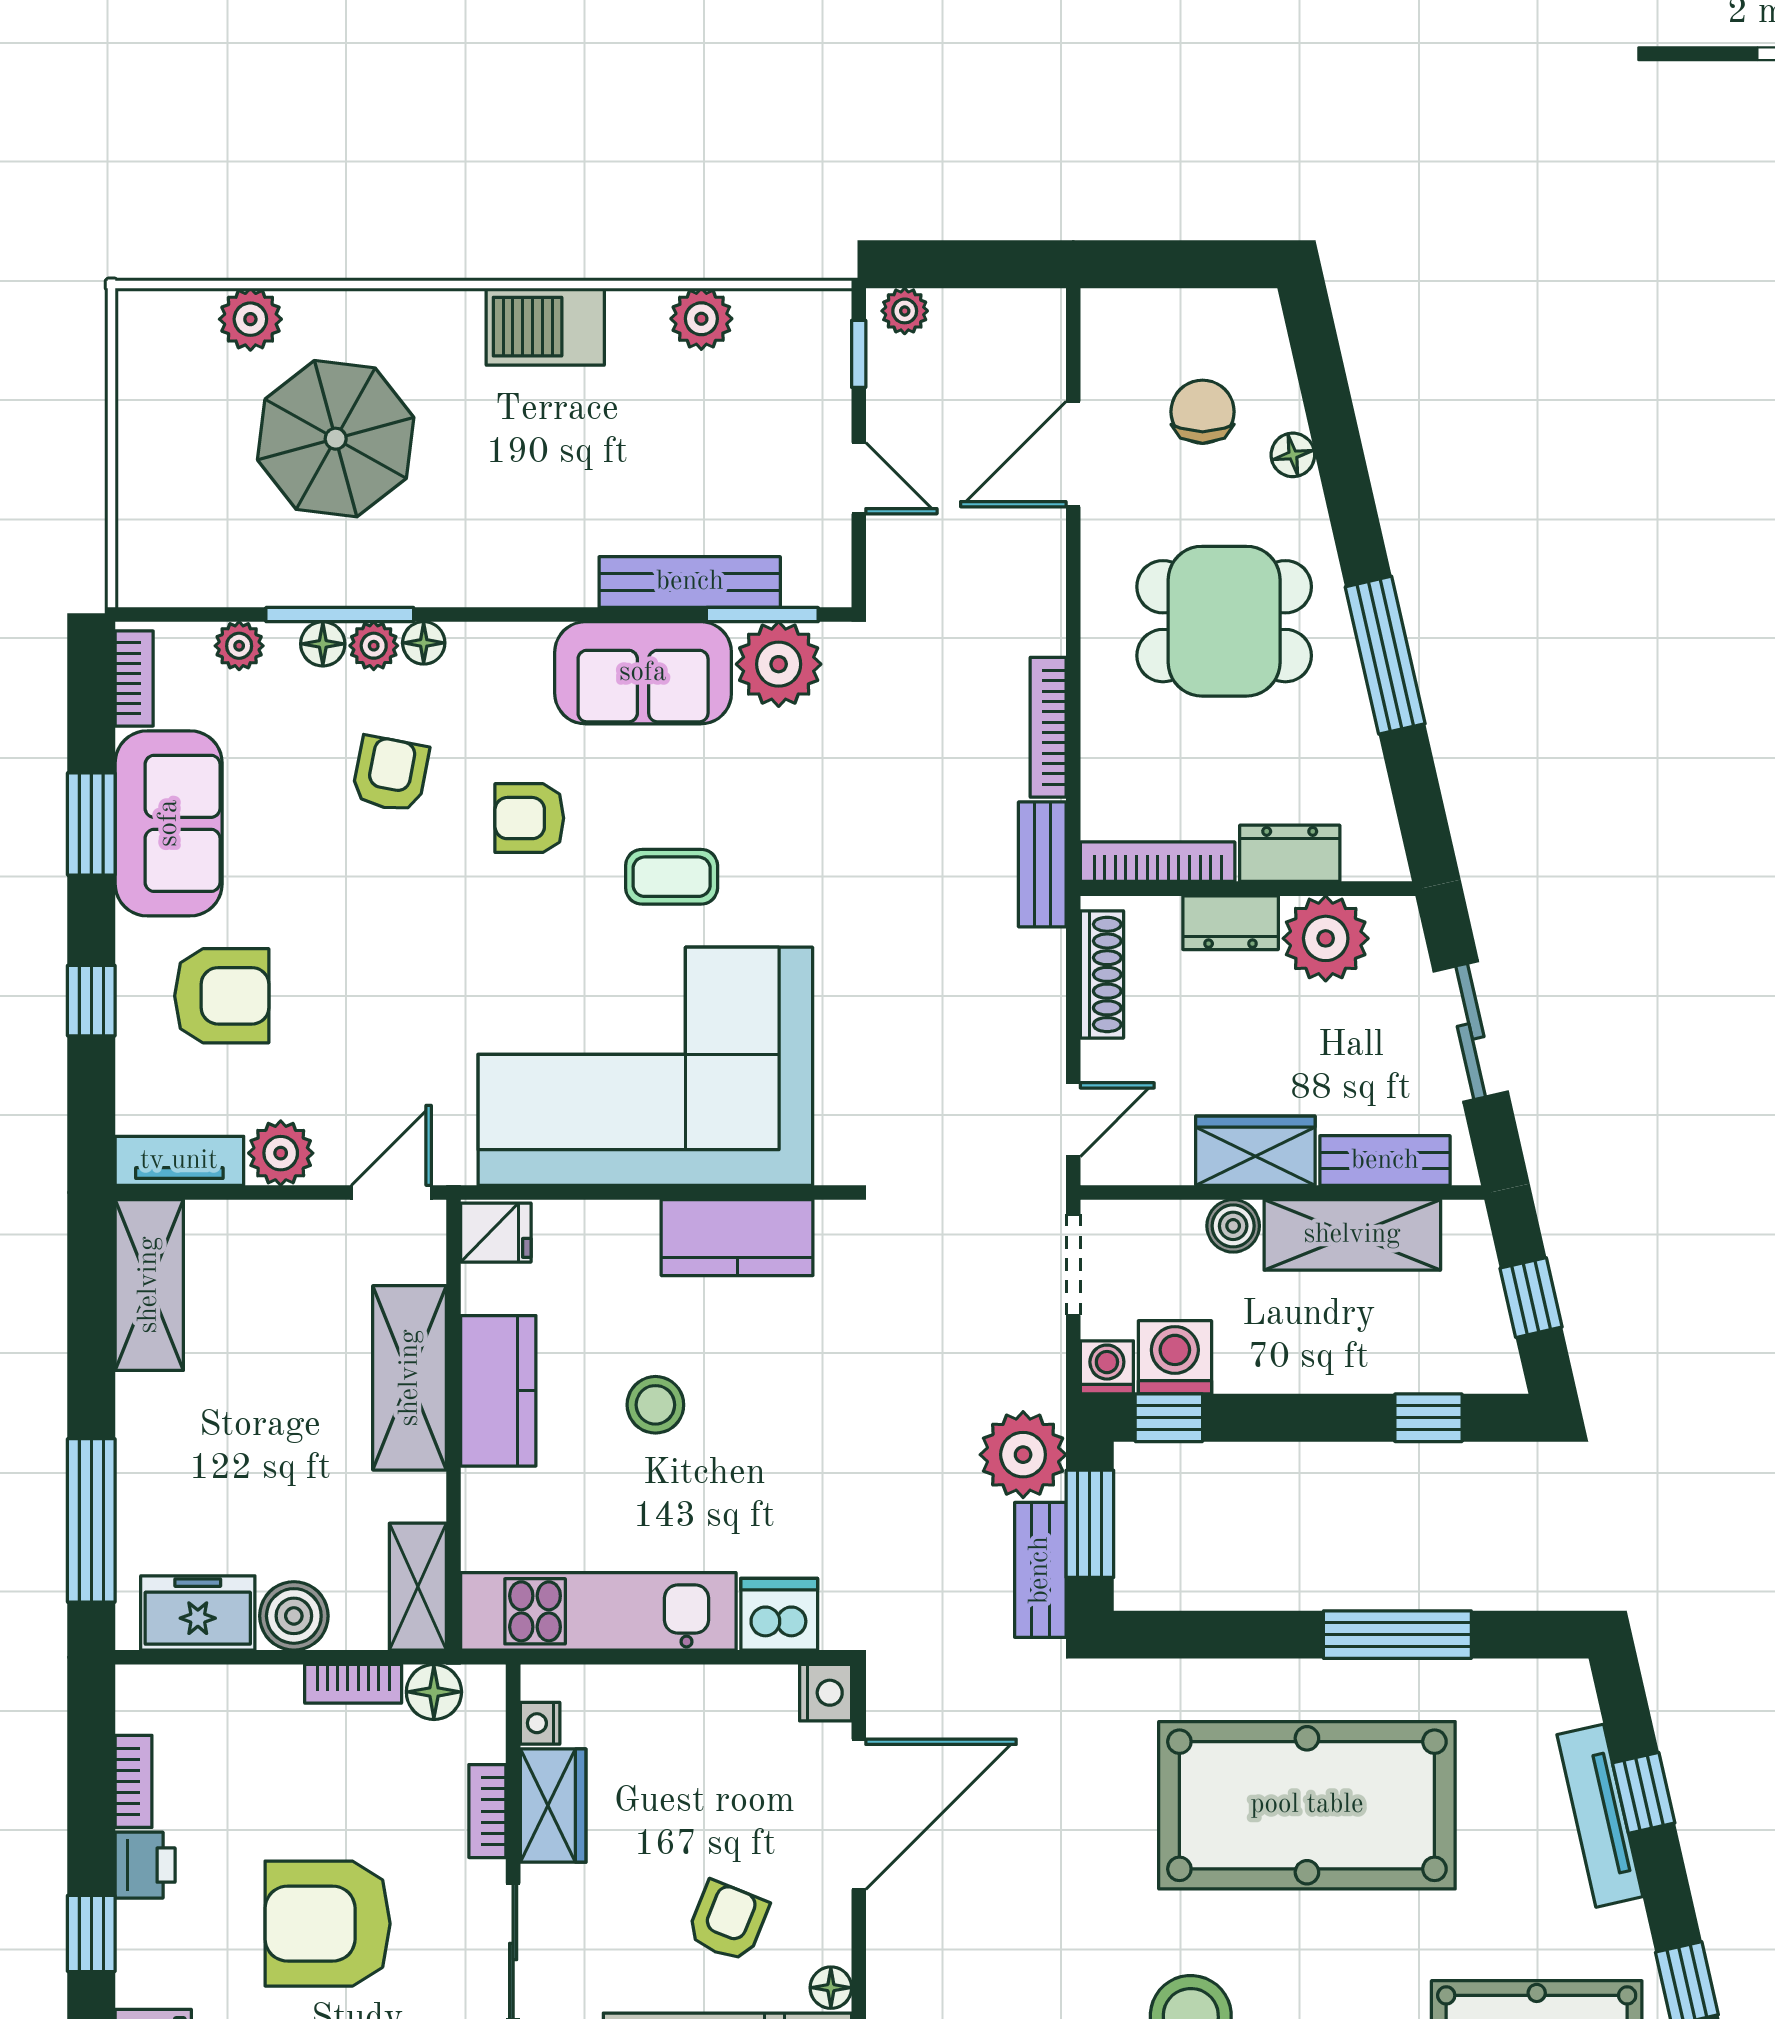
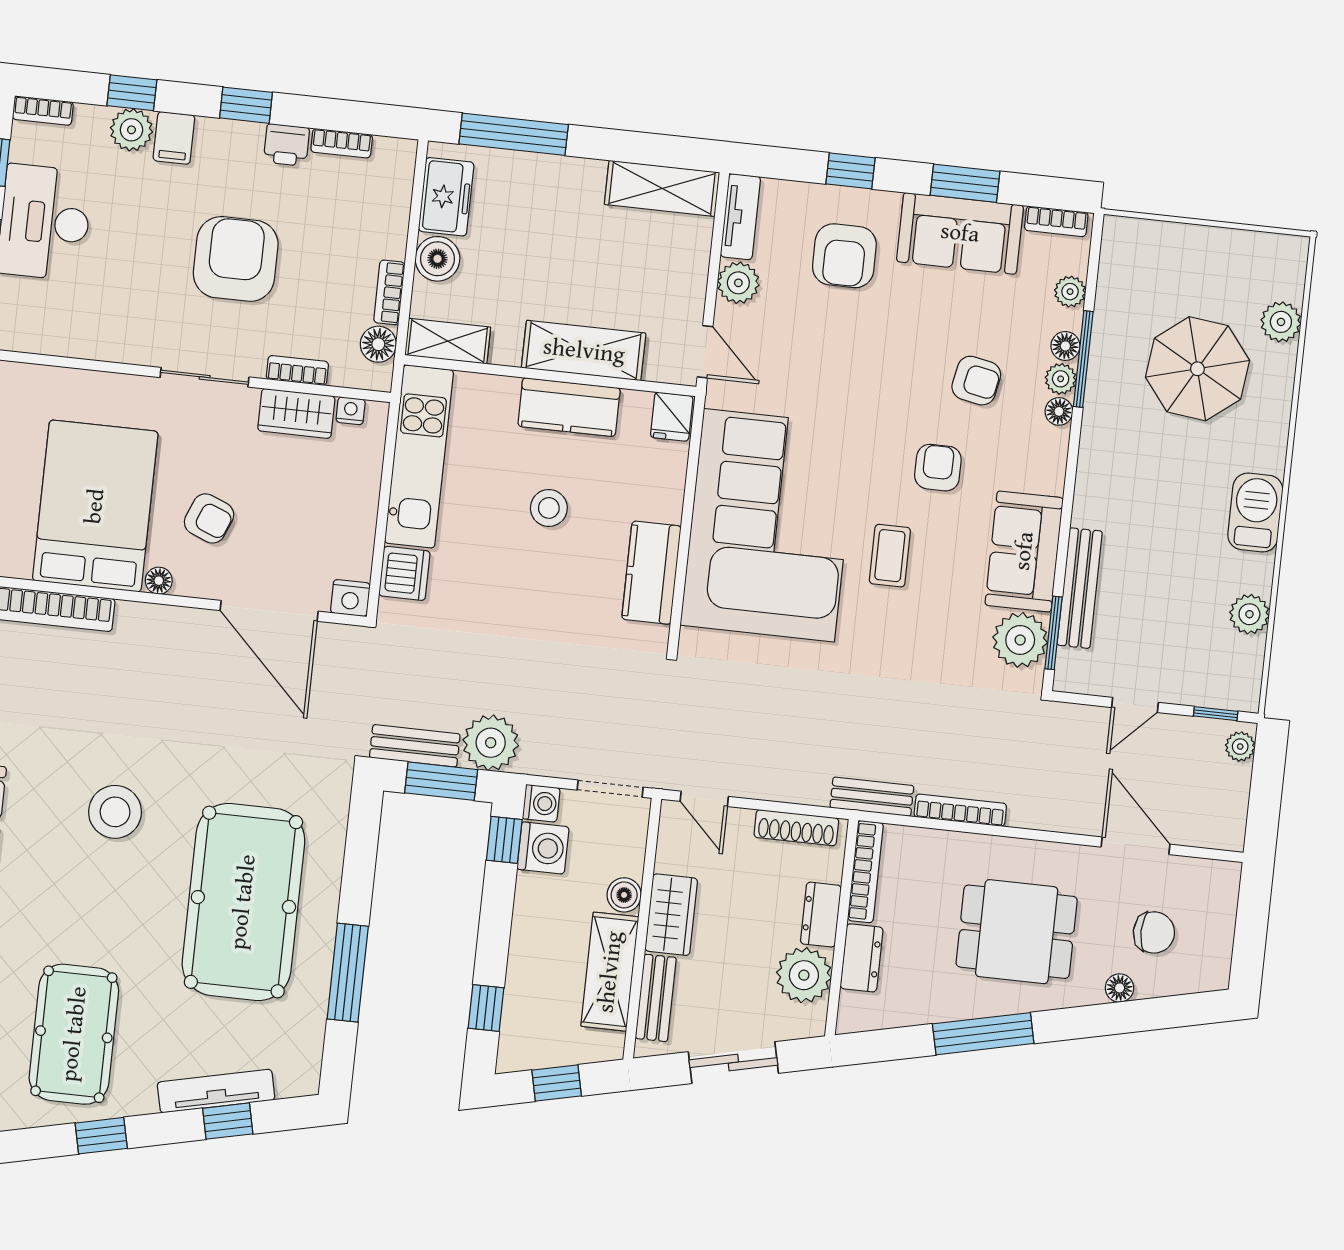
dining table: (1224, 621) -> (1017, 932), turned 90

